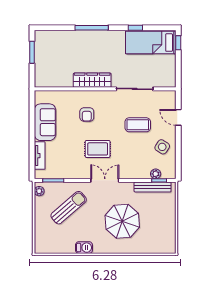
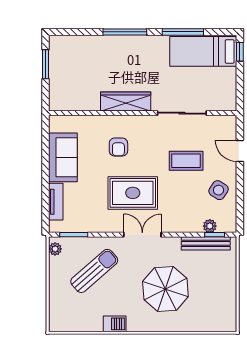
window: (135, 28) -> (183, 32), width x2.17
rug: (98, 149) -> (133, 193), width x1.36, depth x1.43

